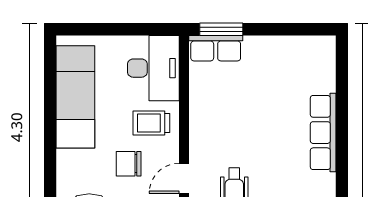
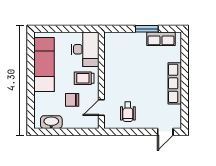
window: (221, 29) -> (147, 29), moved
row of seats: (216, 48) -> (161, 39), moved

